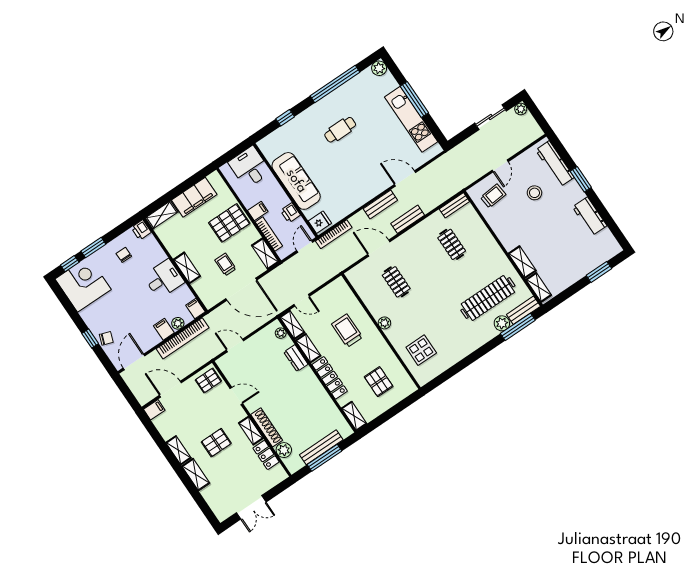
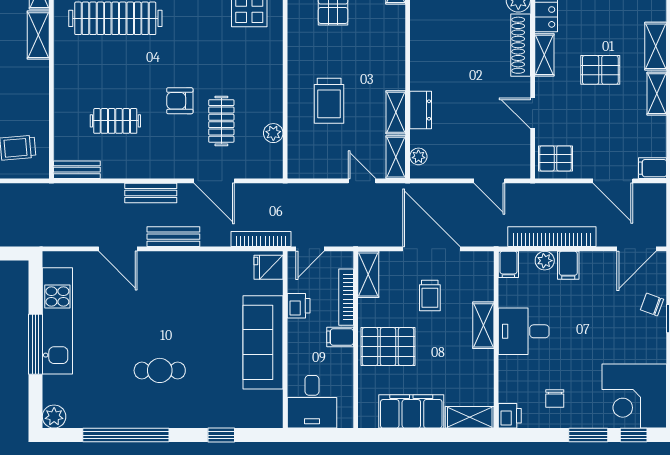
clothes rail: (452, 244) -> (115, 121), turned 90
armchair: (425, 278) -> (180, 101), added
plant: (384, 323) -> (273, 133), moved
locker: (330, 378) -> (394, 54), removed

